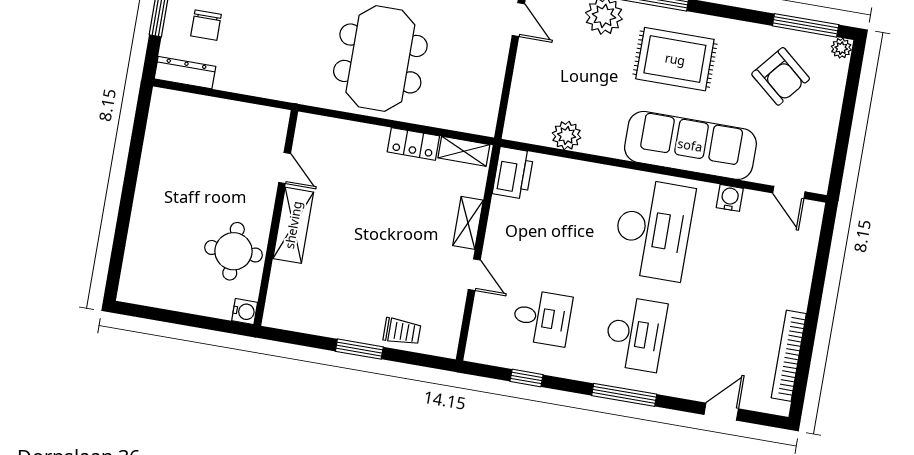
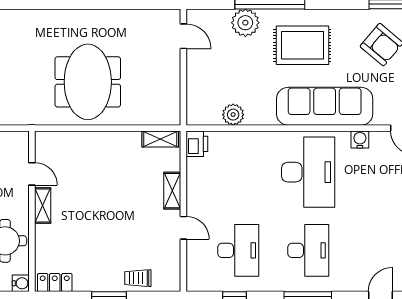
locker: (413, 144) -> (55, 283), moved, turned 180
printer: (513, 173) -> (197, 144), width x0.73, depth x0.84
shelving: (293, 225) -> (43, 205), width x0.67, depth x0.75
desk: (542, 318) -> (238, 250), width x1.37
trolley: (402, 332) -> (138, 278), turned 180

